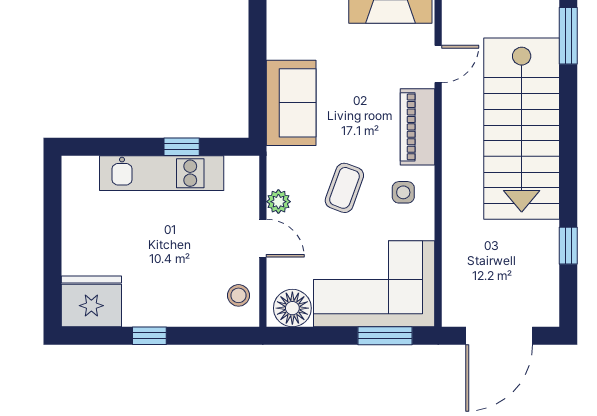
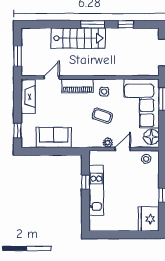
window: (568, 36) -> (93, 24), moved
door: (438, 64) -> (52, 77), hinge flipped
sofa: (291, 103) -> (54, 137), moved
stairs: (522, 129) -> (78, 38), width x0.73, depth x0.66

